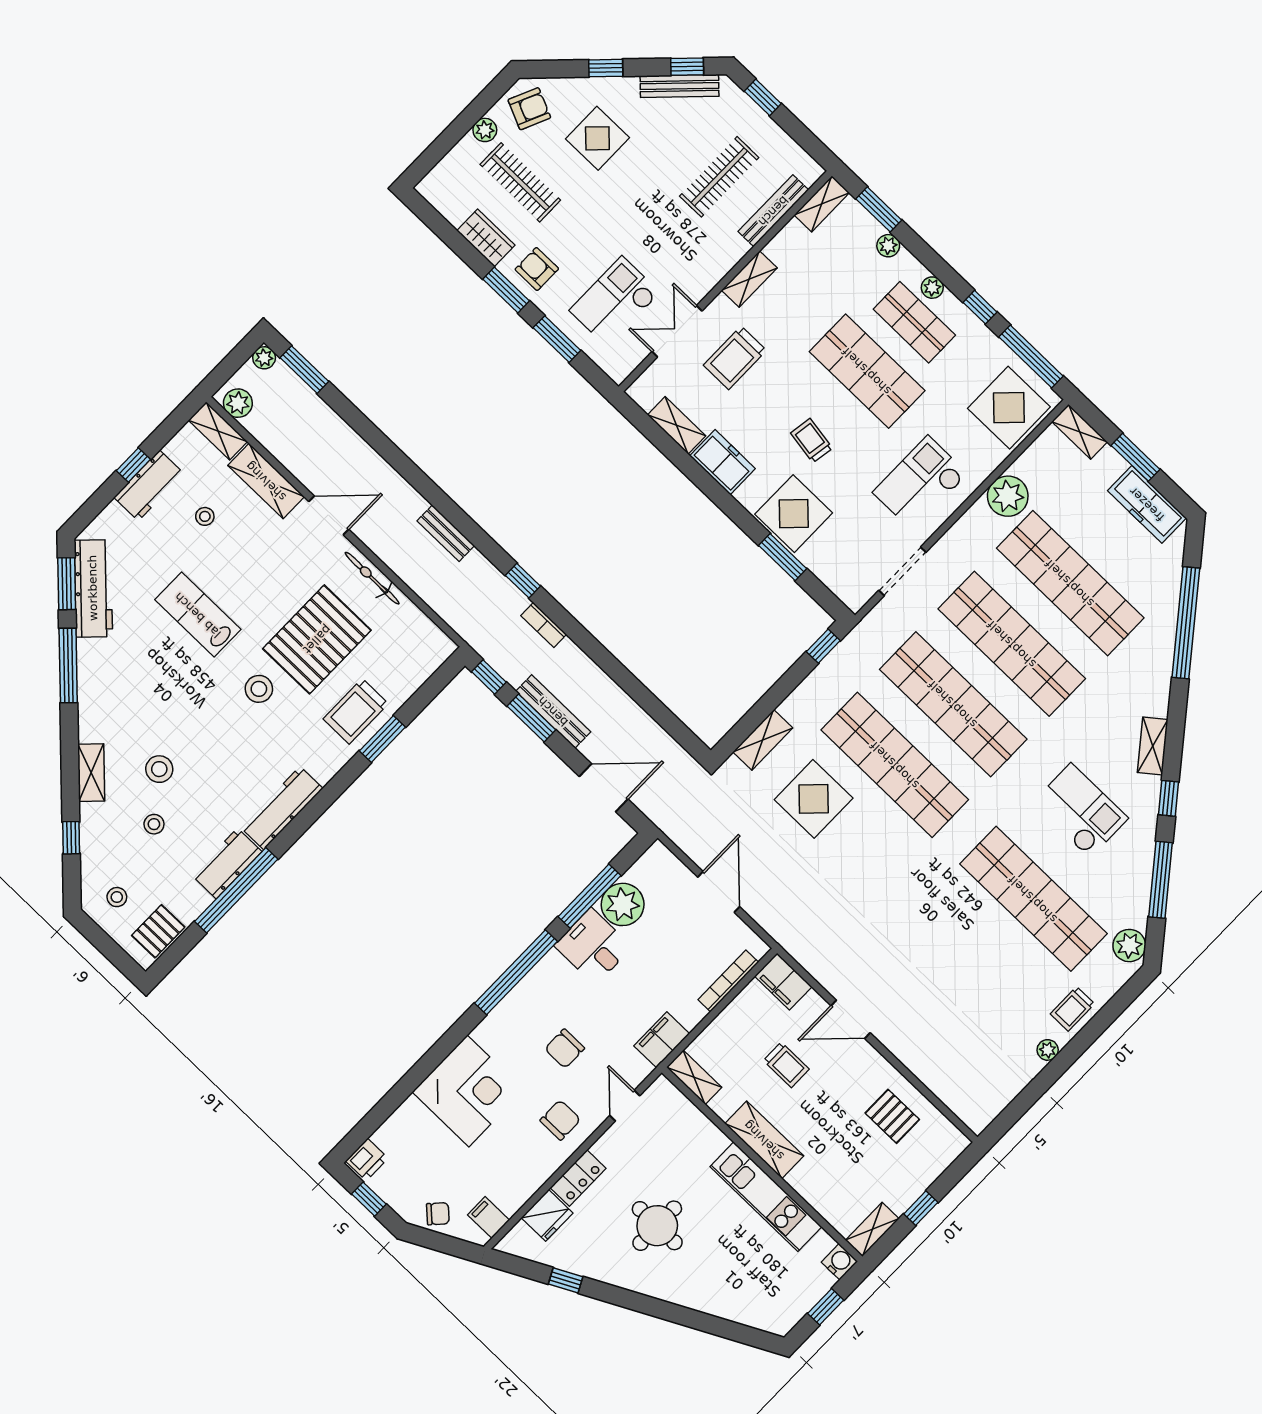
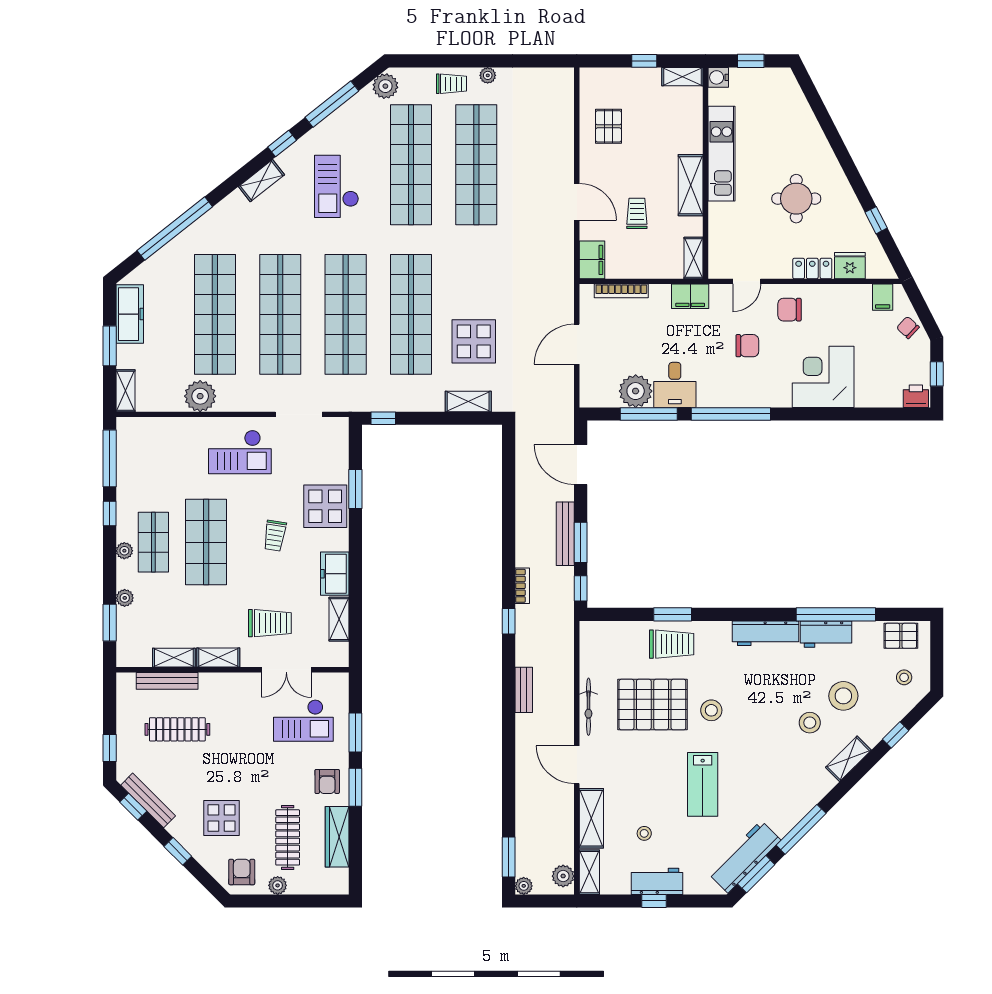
armchair: (529, 109) -> (242, 872), turned 66
shelving: (822, 204) -> (174, 658), moved
wardrobe: (486, 238) -> (337, 837), width x1.50
display table: (1009, 408) -> (150, 443), removed
stool: (154, 824) -> (843, 696), width x1.89, depth x1.89
shop shelf: (975, 959) -> (476, 165), added

